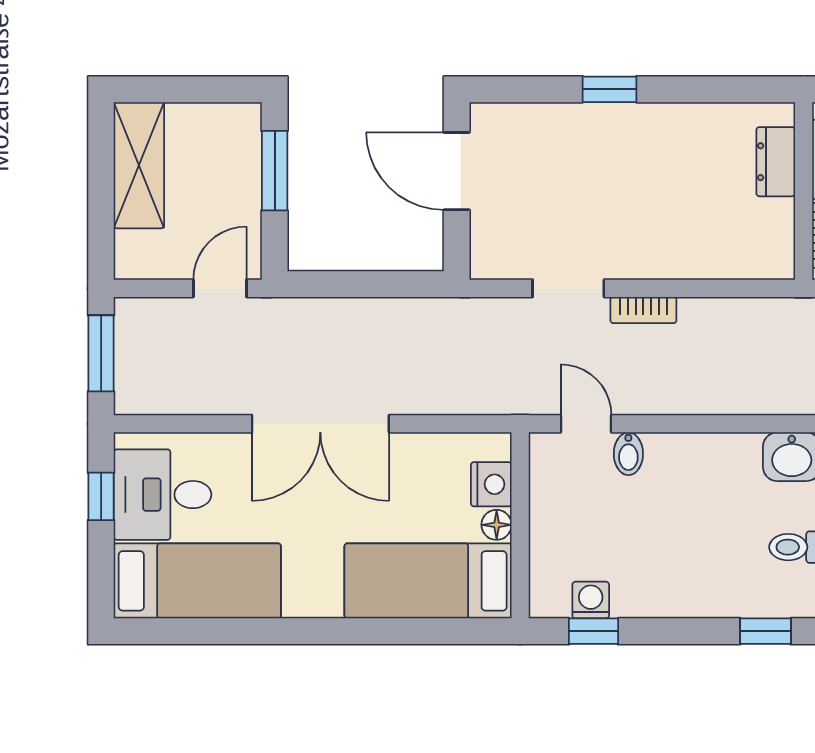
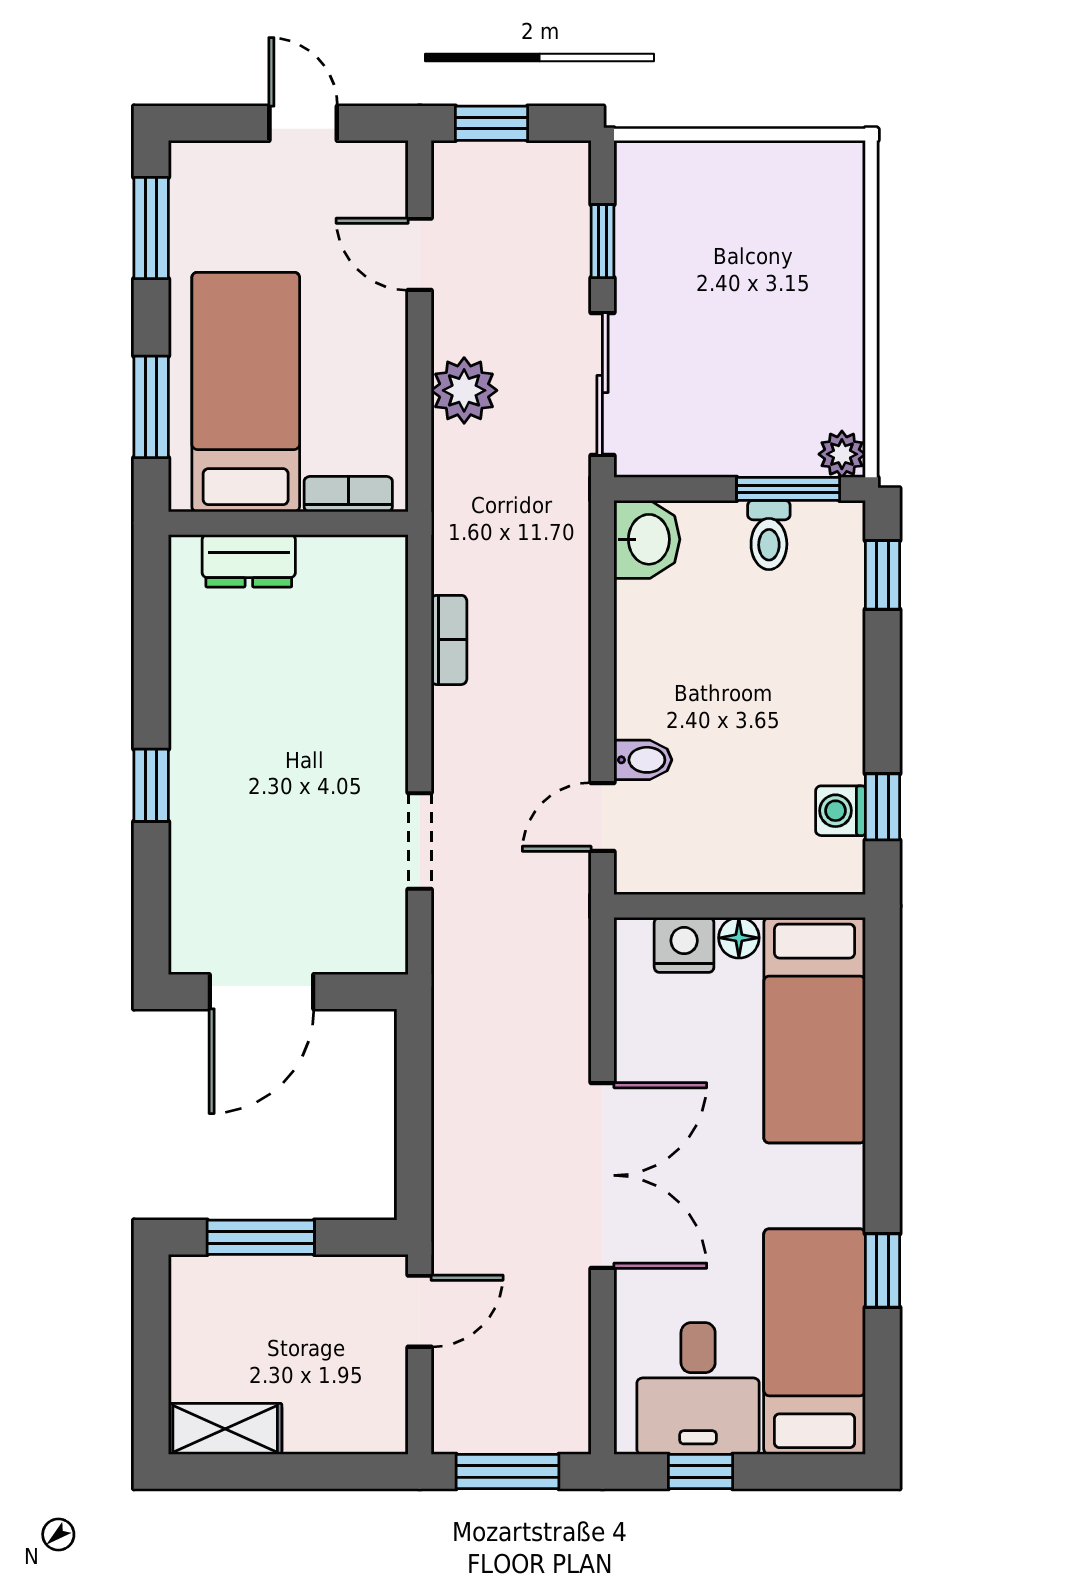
shelving: (139, 165) -> (225, 1429), width x0.67, depth x0.75
door: (220, 288) -> (420, 1311), swing flipped
bookcase: (643, 310) -> (449, 640), moved
window: (250, 631) -> (882, 1271), added

